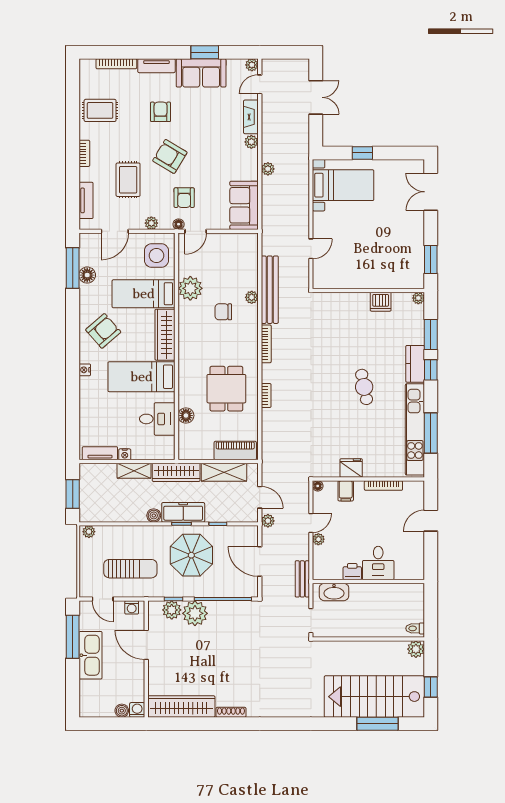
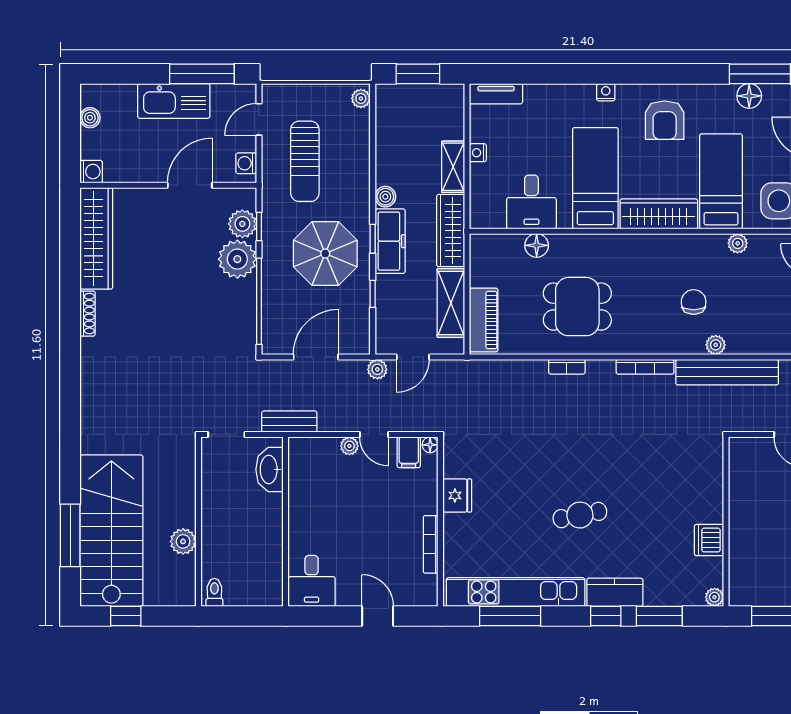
plant: (190, 288) -> (738, 243), width x0.53, depth x0.53
armchair: (103, 331) -> (665, 120), turned 41
tv unit: (100, 453) -> (496, 94), moved, turned 90
filing cabinet: (346, 491) -> (409, 452), moved, turned -90
desk: (378, 563) -> (312, 581), moved, turned -90
printer: (352, 572) -> (300, 497), removed
plant: (416, 649) -> (183, 541), moved
boiler: (122, 711) -> (90, 118), moved

